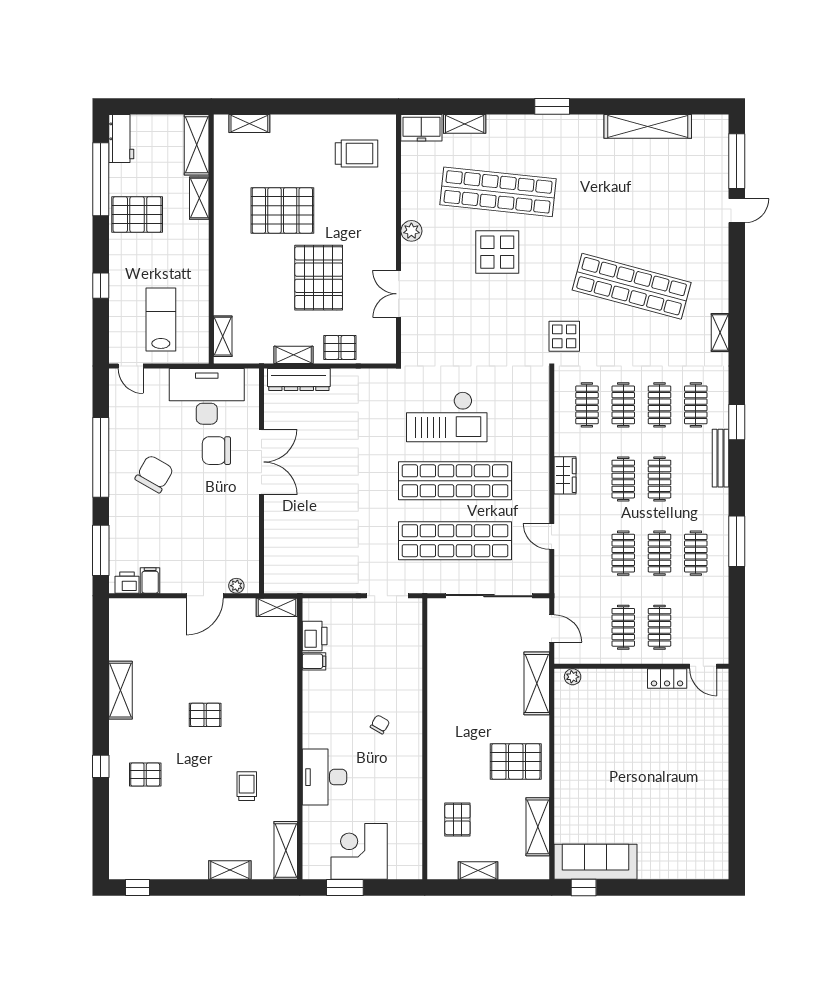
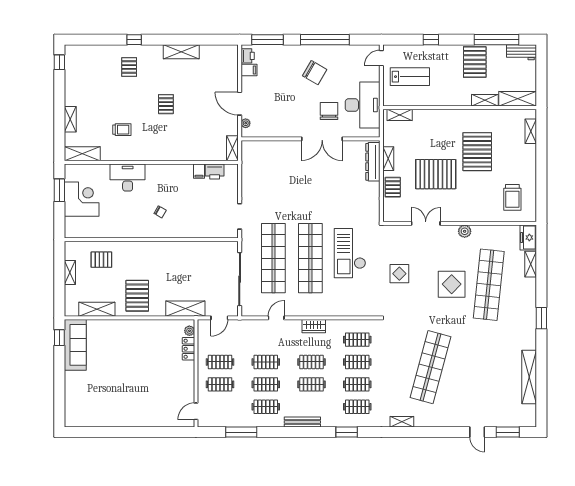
window: (737, 161) -> (508, 432), width x0.69
display table: (564, 336) -> (399, 274), moved
bench: (721, 458) -> (302, 422), moved
window: (737, 541) -> (241, 432), moved
locker: (667, 678) -> (188, 349), moved

